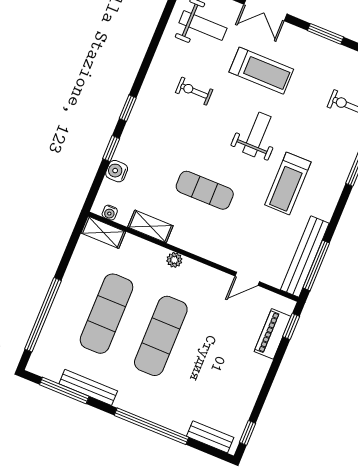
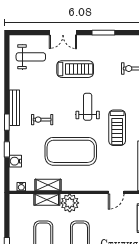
bench: (148, 91) -> (14, 108), added
exercise bike: (194, 91) -> (42, 120), moved
exercise mat: (205, 190) -> (71, 151), width x2.00, depth x1.45
shelving: (103, 232) -> (47, 200), moved
plant: (174, 260) -> (70, 203), width x1.87, depth x1.87

